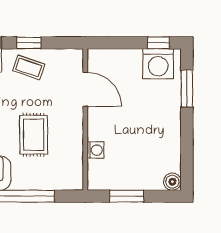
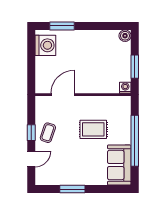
window: (159, 43) -> (31, 45), removed
washing machine: (95, 150) -> (125, 88), moved

